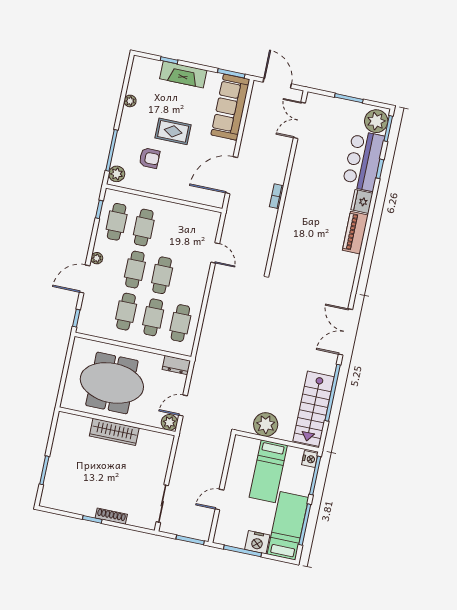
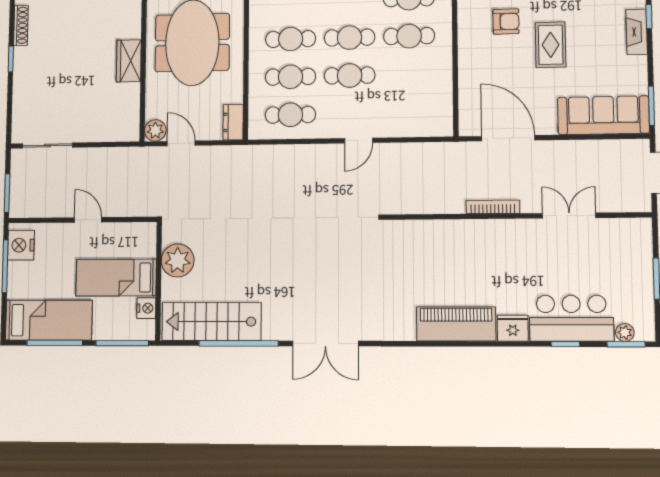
fireplace: (183, 74) -> (637, 32), width x0.73, depth x0.76
double door: (299, 120) -> (569, 216), moved
plant: (376, 121) -> (625, 332), width x0.53, depth x0.53
armchair: (149, 158) -> (506, 22), turned -90
bookcase: (277, 196) -> (493, 207), width x1.56
piano: (355, 233) -> (456, 324), width x1.37, depth x1.33
door: (215, 253) -> (359, 141), moved
double door: (345, 332) -> (325, 344), swing flipped
wardrobe: (114, 432) -> (129, 61), width x0.67
nightstand: (310, 459) -> (146, 308), moved, turned -90
door: (219, 499) -> (88, 220), moved
shoe rack: (111, 516) -> (21, 25), moved
nightstand: (257, 542) -> (21, 245), moved

